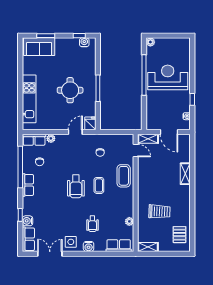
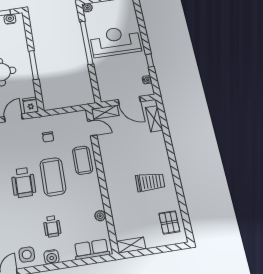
shelving: (185, 174) -> (154, 119), moved
coffee table: (99, 185) -> (53, 177), width x1.86, depth x1.72
trolley: (159, 211) -> (150, 182), moved

